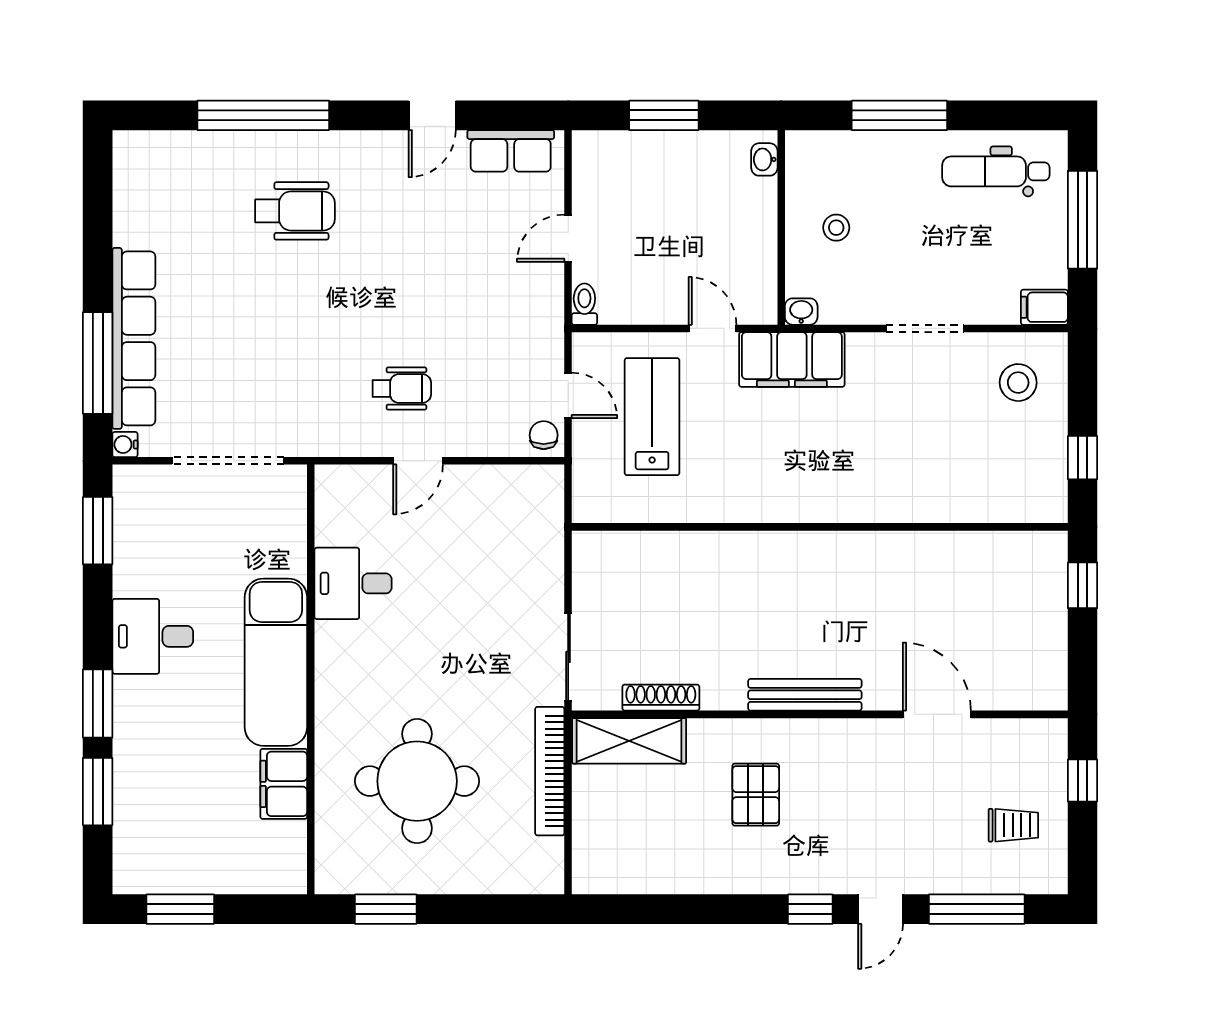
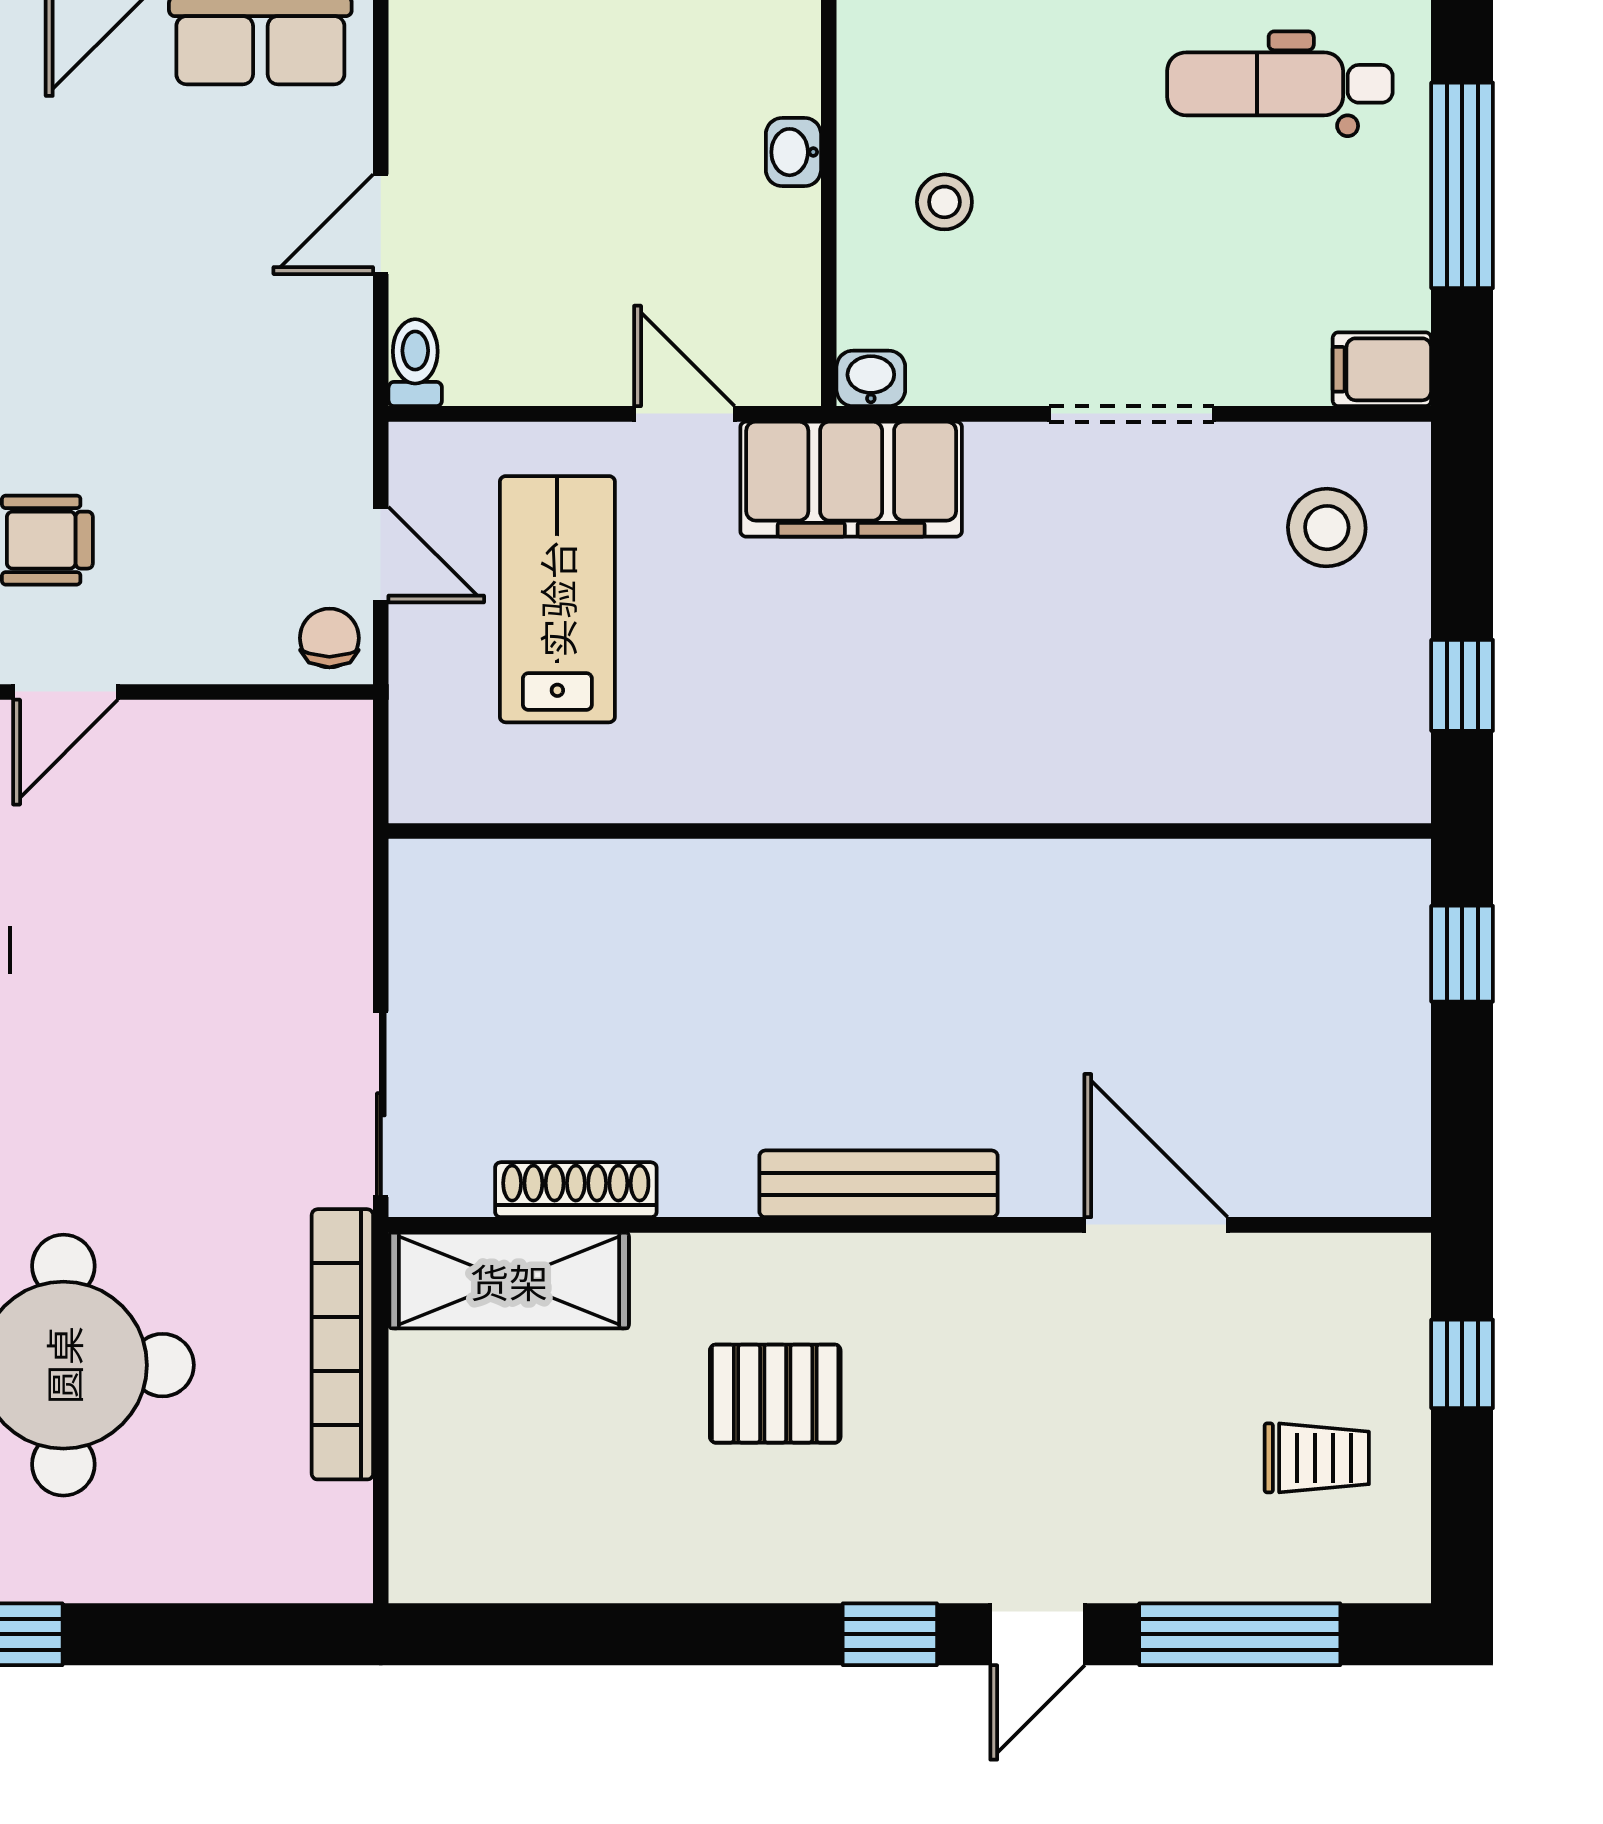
washbasin: (764, 159) -> (793, 152), moved
pallet: (756, 795) -> (775, 1394), turned 90

